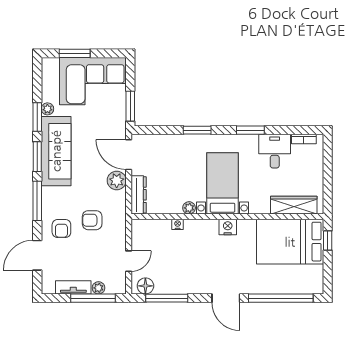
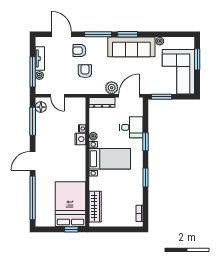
window: (37, 117) -> (154, 34), removed
desk: (275, 151) -> (131, 127), moved
nightstand: (228, 227) -> (80, 139), moved

